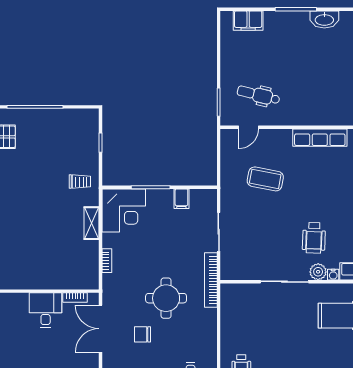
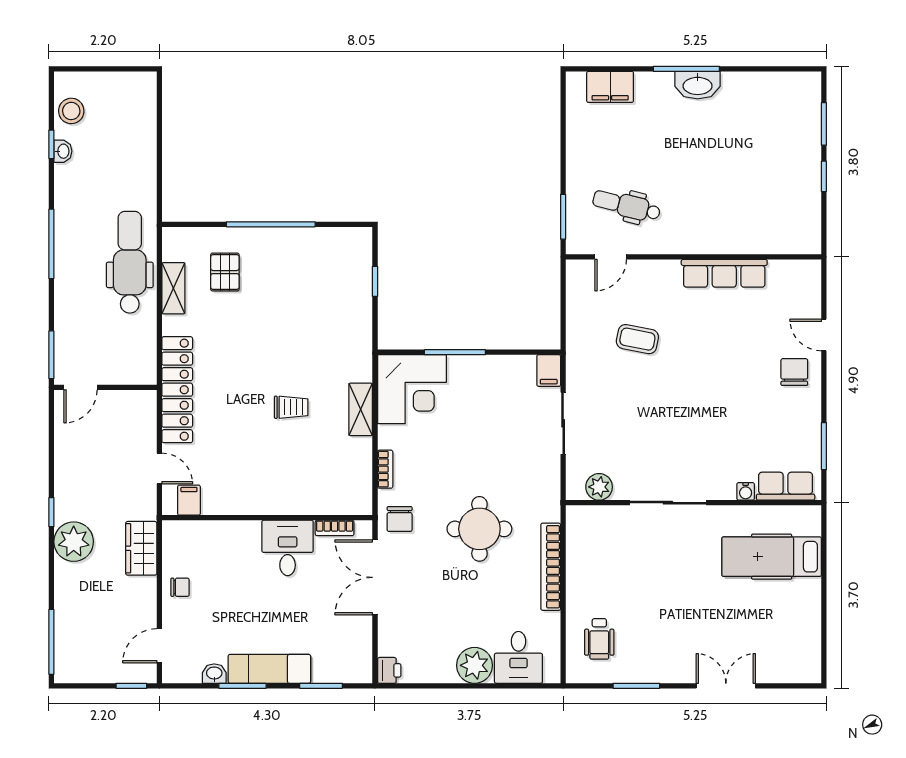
washbasin: (324, 19) -> (698, 85), moved
coffee table: (265, 179) -> (637, 339), width x0.73, depth x0.77
trolley: (80, 182) -> (291, 407), moved
filing cabinet: (181, 199) -> (549, 371), moved
wheelchair: (314, 238) -> (715, 433), removed
plant: (318, 272) -> (599, 487), moved
bookcase: (211, 280) -> (551, 567), moved
chair: (143, 334) -> (400, 519), moved, turned -90

